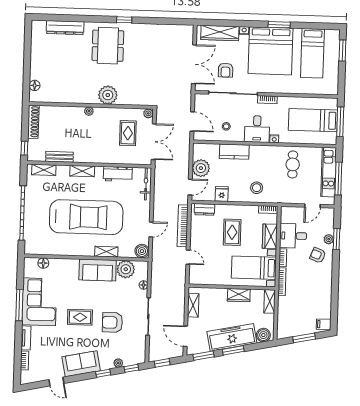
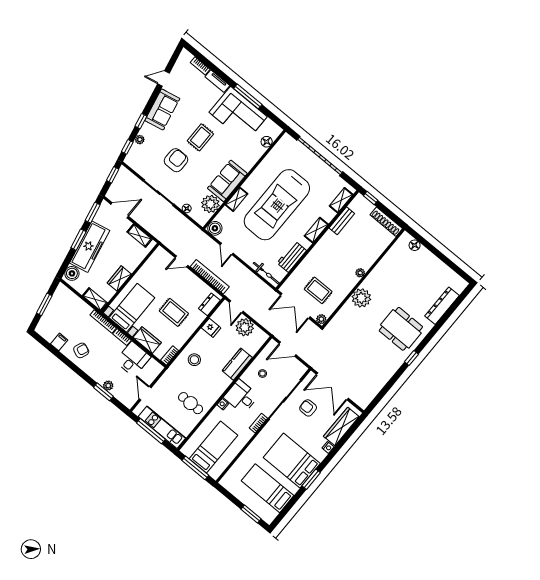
bed: (270, 51) -> (292, 461), width x0.73
armchair: (318, 255) -> (81, 350), moved
filing cabinet: (324, 324) -> (59, 342), moved

